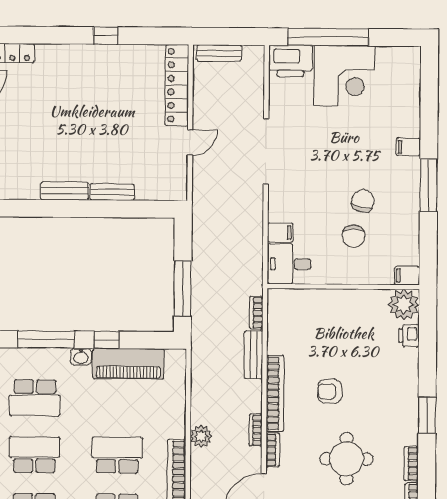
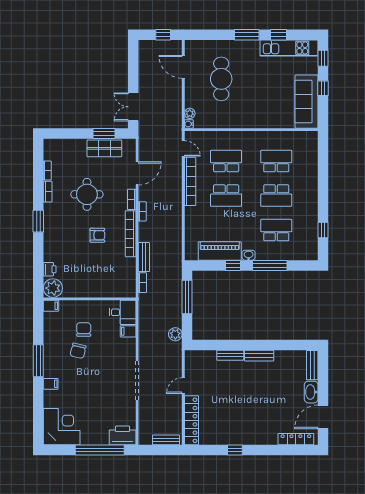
corner desk: (344, 76) -> (62, 427), moved, turned 90
plant: (201, 436) -> (175, 334), moved

